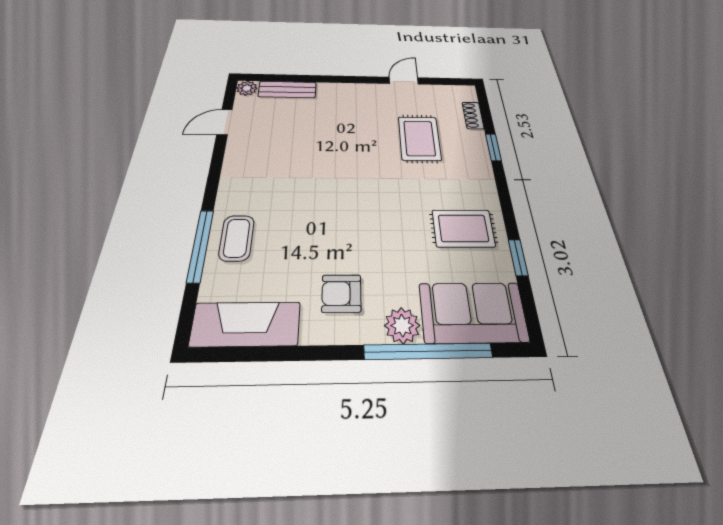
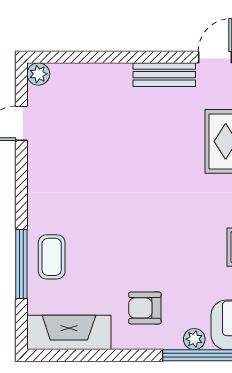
bench: (287, 89) -> (164, 75), moved
plant: (402, 326) -> (194, 339), width x0.73, depth x0.73

